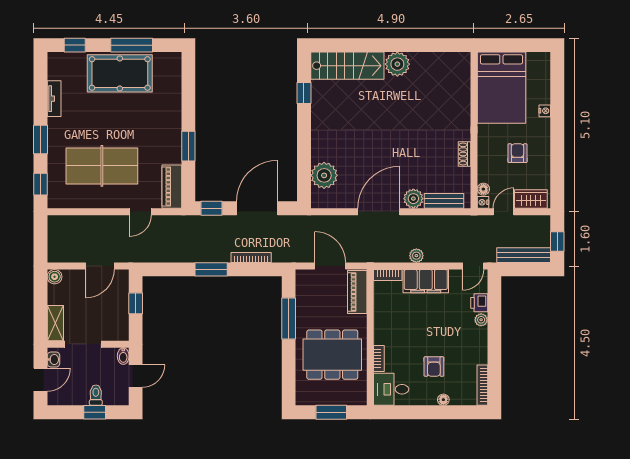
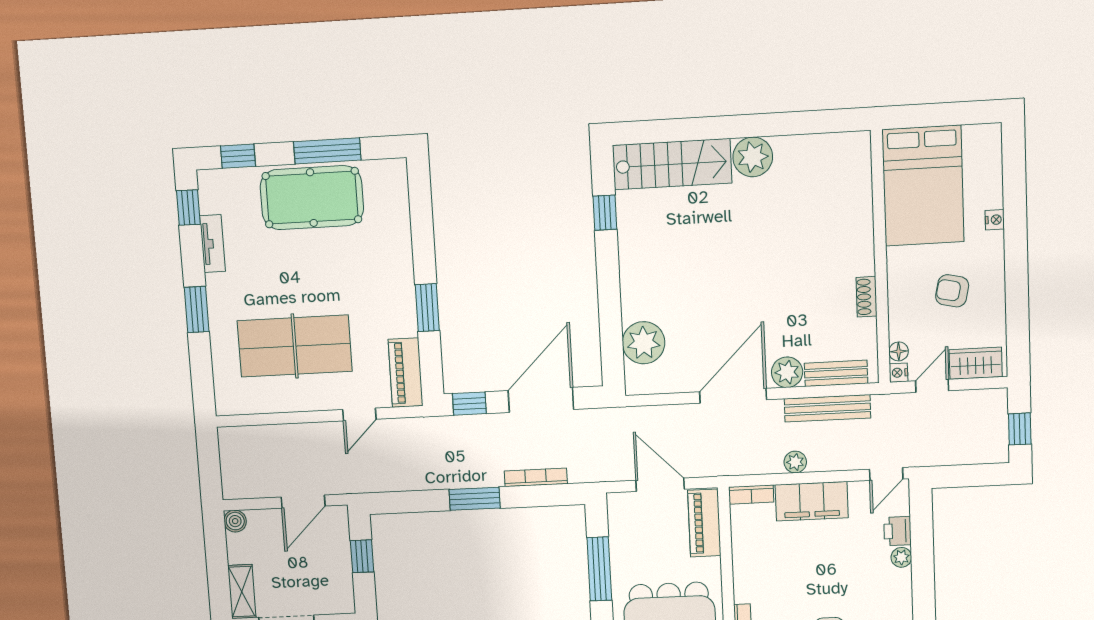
armchair: (518, 153) -> (952, 291), turned -78
window: (41, 184) -> (188, 208), moved
bench: (524, 255) -> (827, 408), moved

